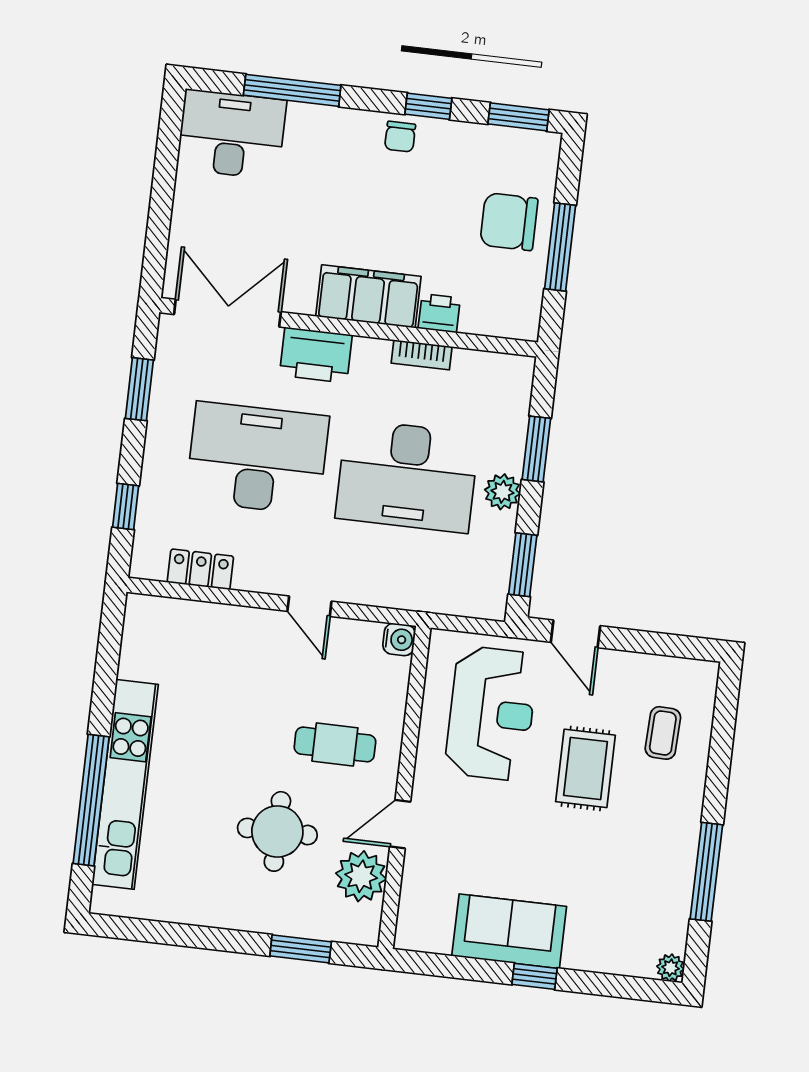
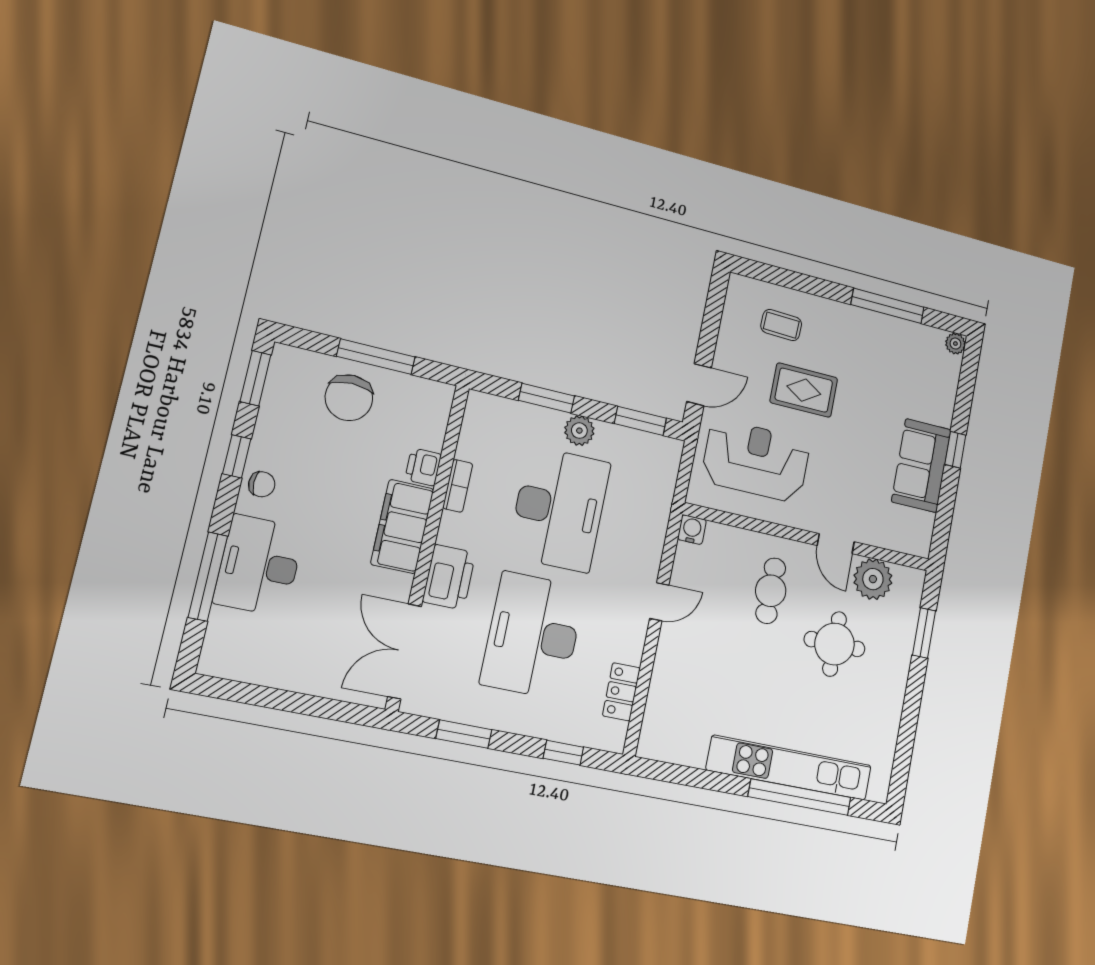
desk: (232, 134) -> (259, 565), moved

